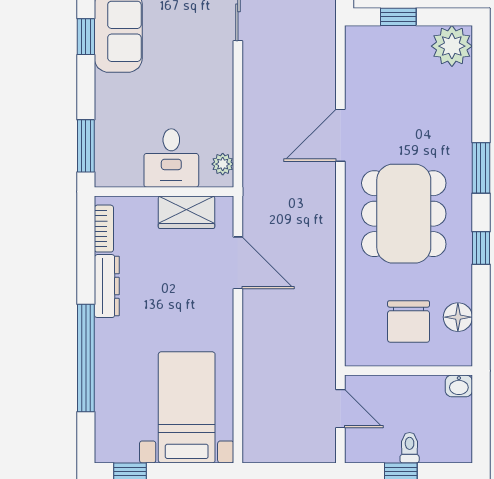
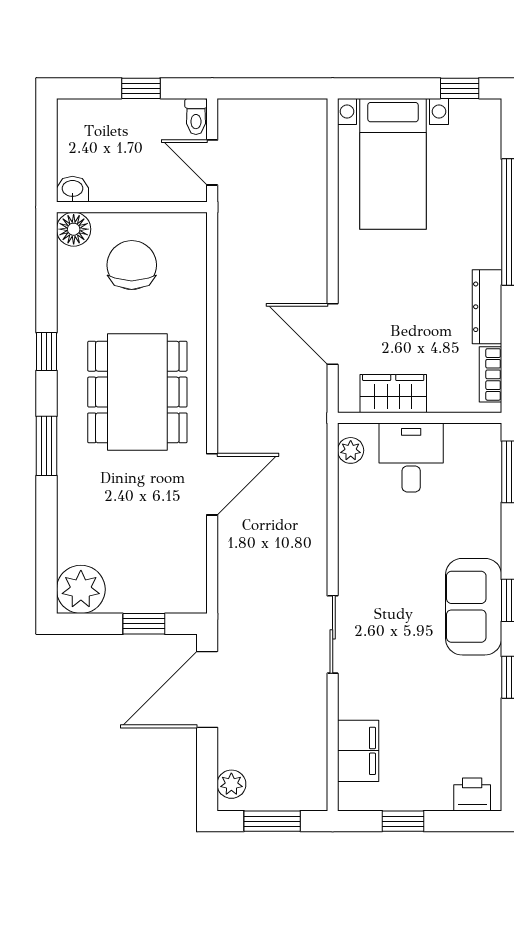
floor lamp: (458, 317) -> (74, 229), moved
toilet: (410, 448) -> (196, 116), moved

